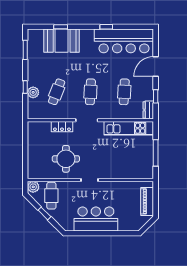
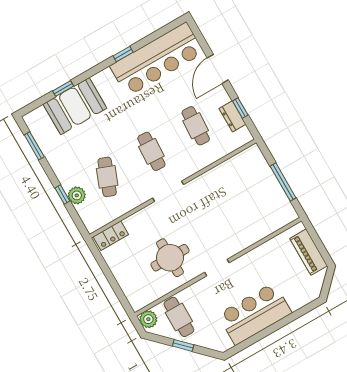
dresser: (148, 110) -> (232, 116), moved
locker: (62, 127) -> (111, 236), moved
kitchen unit: (129, 128) -> (229, 170), removed

